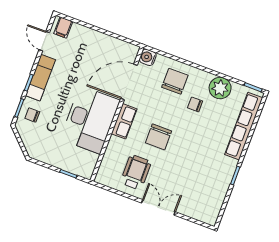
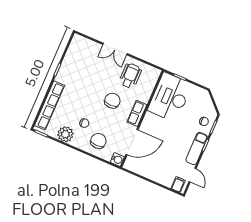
chair: (175, 81) -> (98, 141), turned 180
desk: (90, 120) -> (170, 97), moved
wheelchair: (136, 172) -> (130, 76), turned 180

